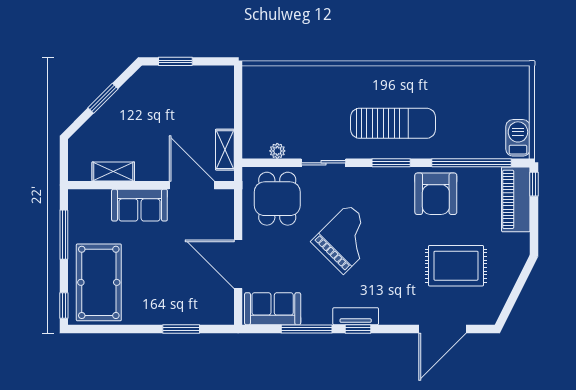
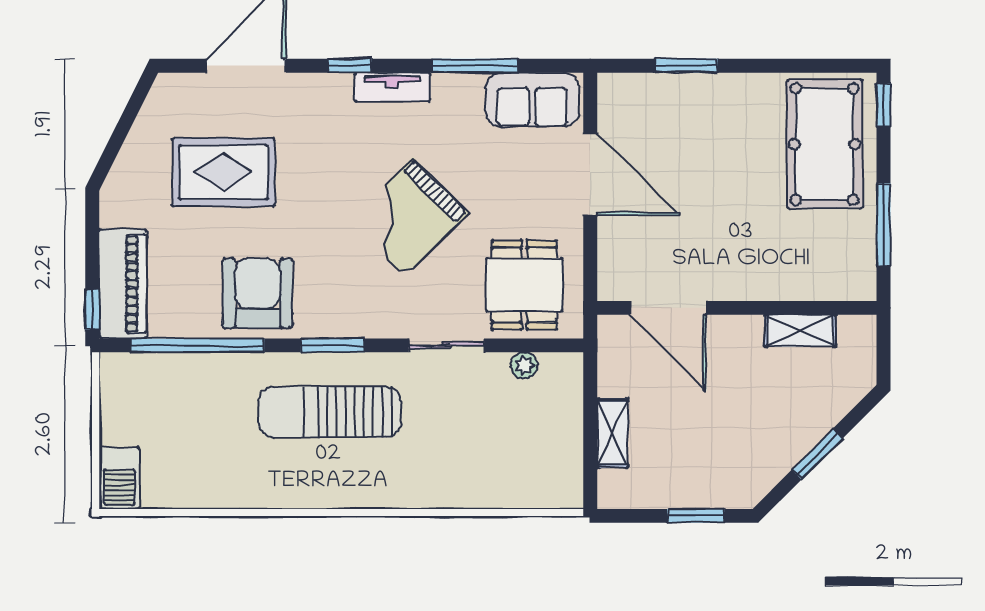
barbecue: (518, 138) -> (119, 478), moved
shelving: (225, 150) -> (612, 433), moved
sofa: (139, 205) -> (756, 274), removed
window: (358, 329) -> (350, 66), moved

